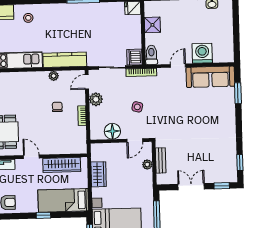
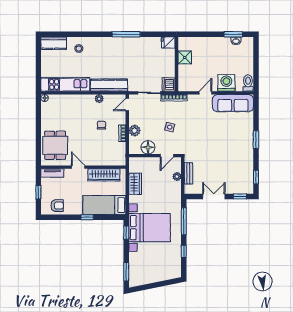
toilet: (151, 55) -> (248, 83), moved
window: (238, 93) -> (256, 140), moved
plant: (96, 99) -> (135, 131), moved

